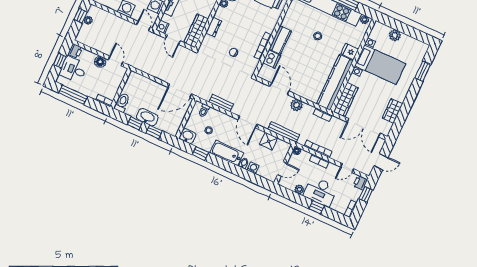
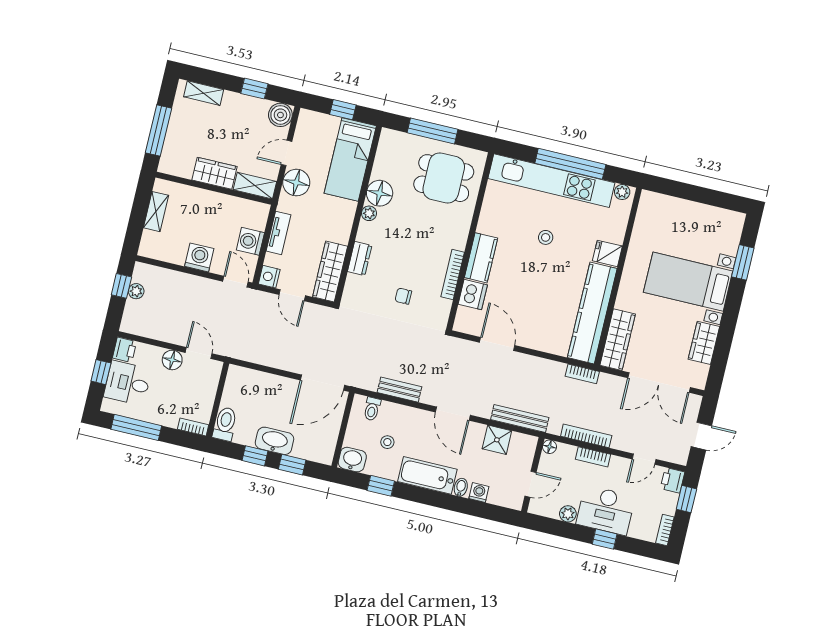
plant: (395, 35) -> (681, 209), removed
bed with nightstands: (380, 65) -> (688, 282), moved, turned 180
plant: (296, 105) -> (533, 366), removed

